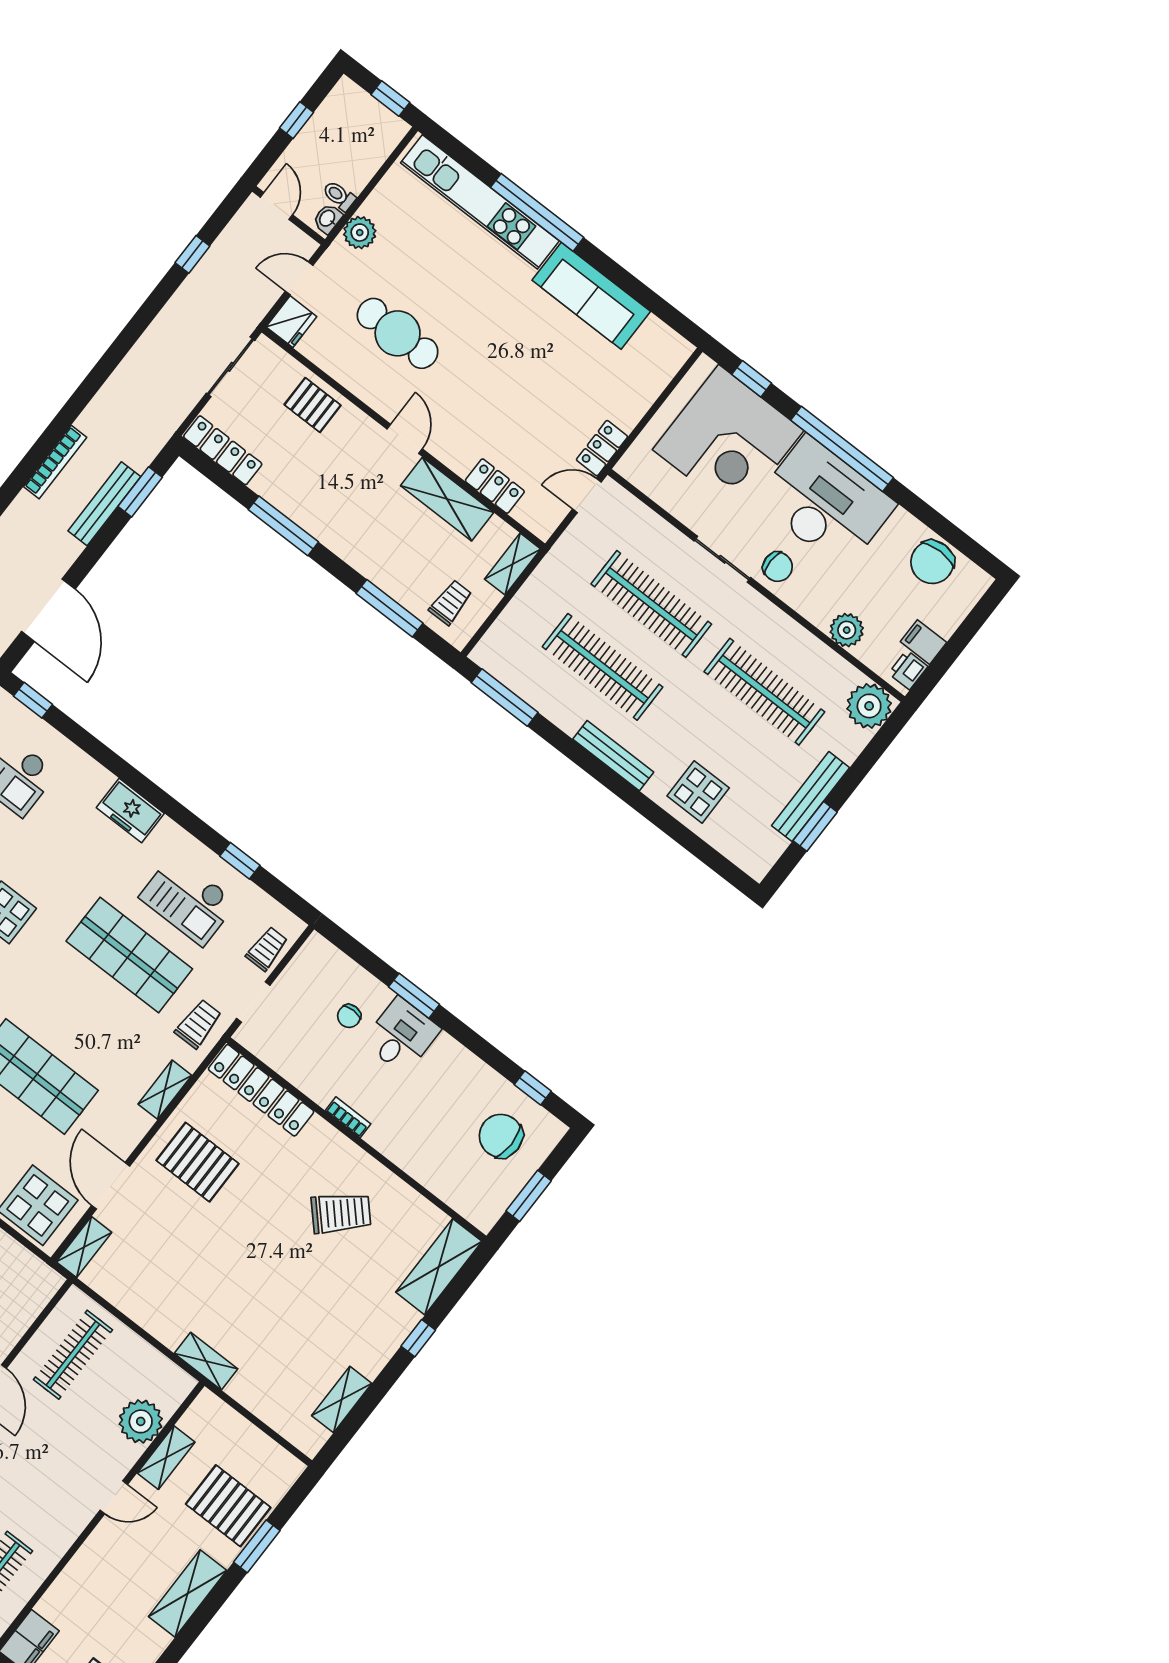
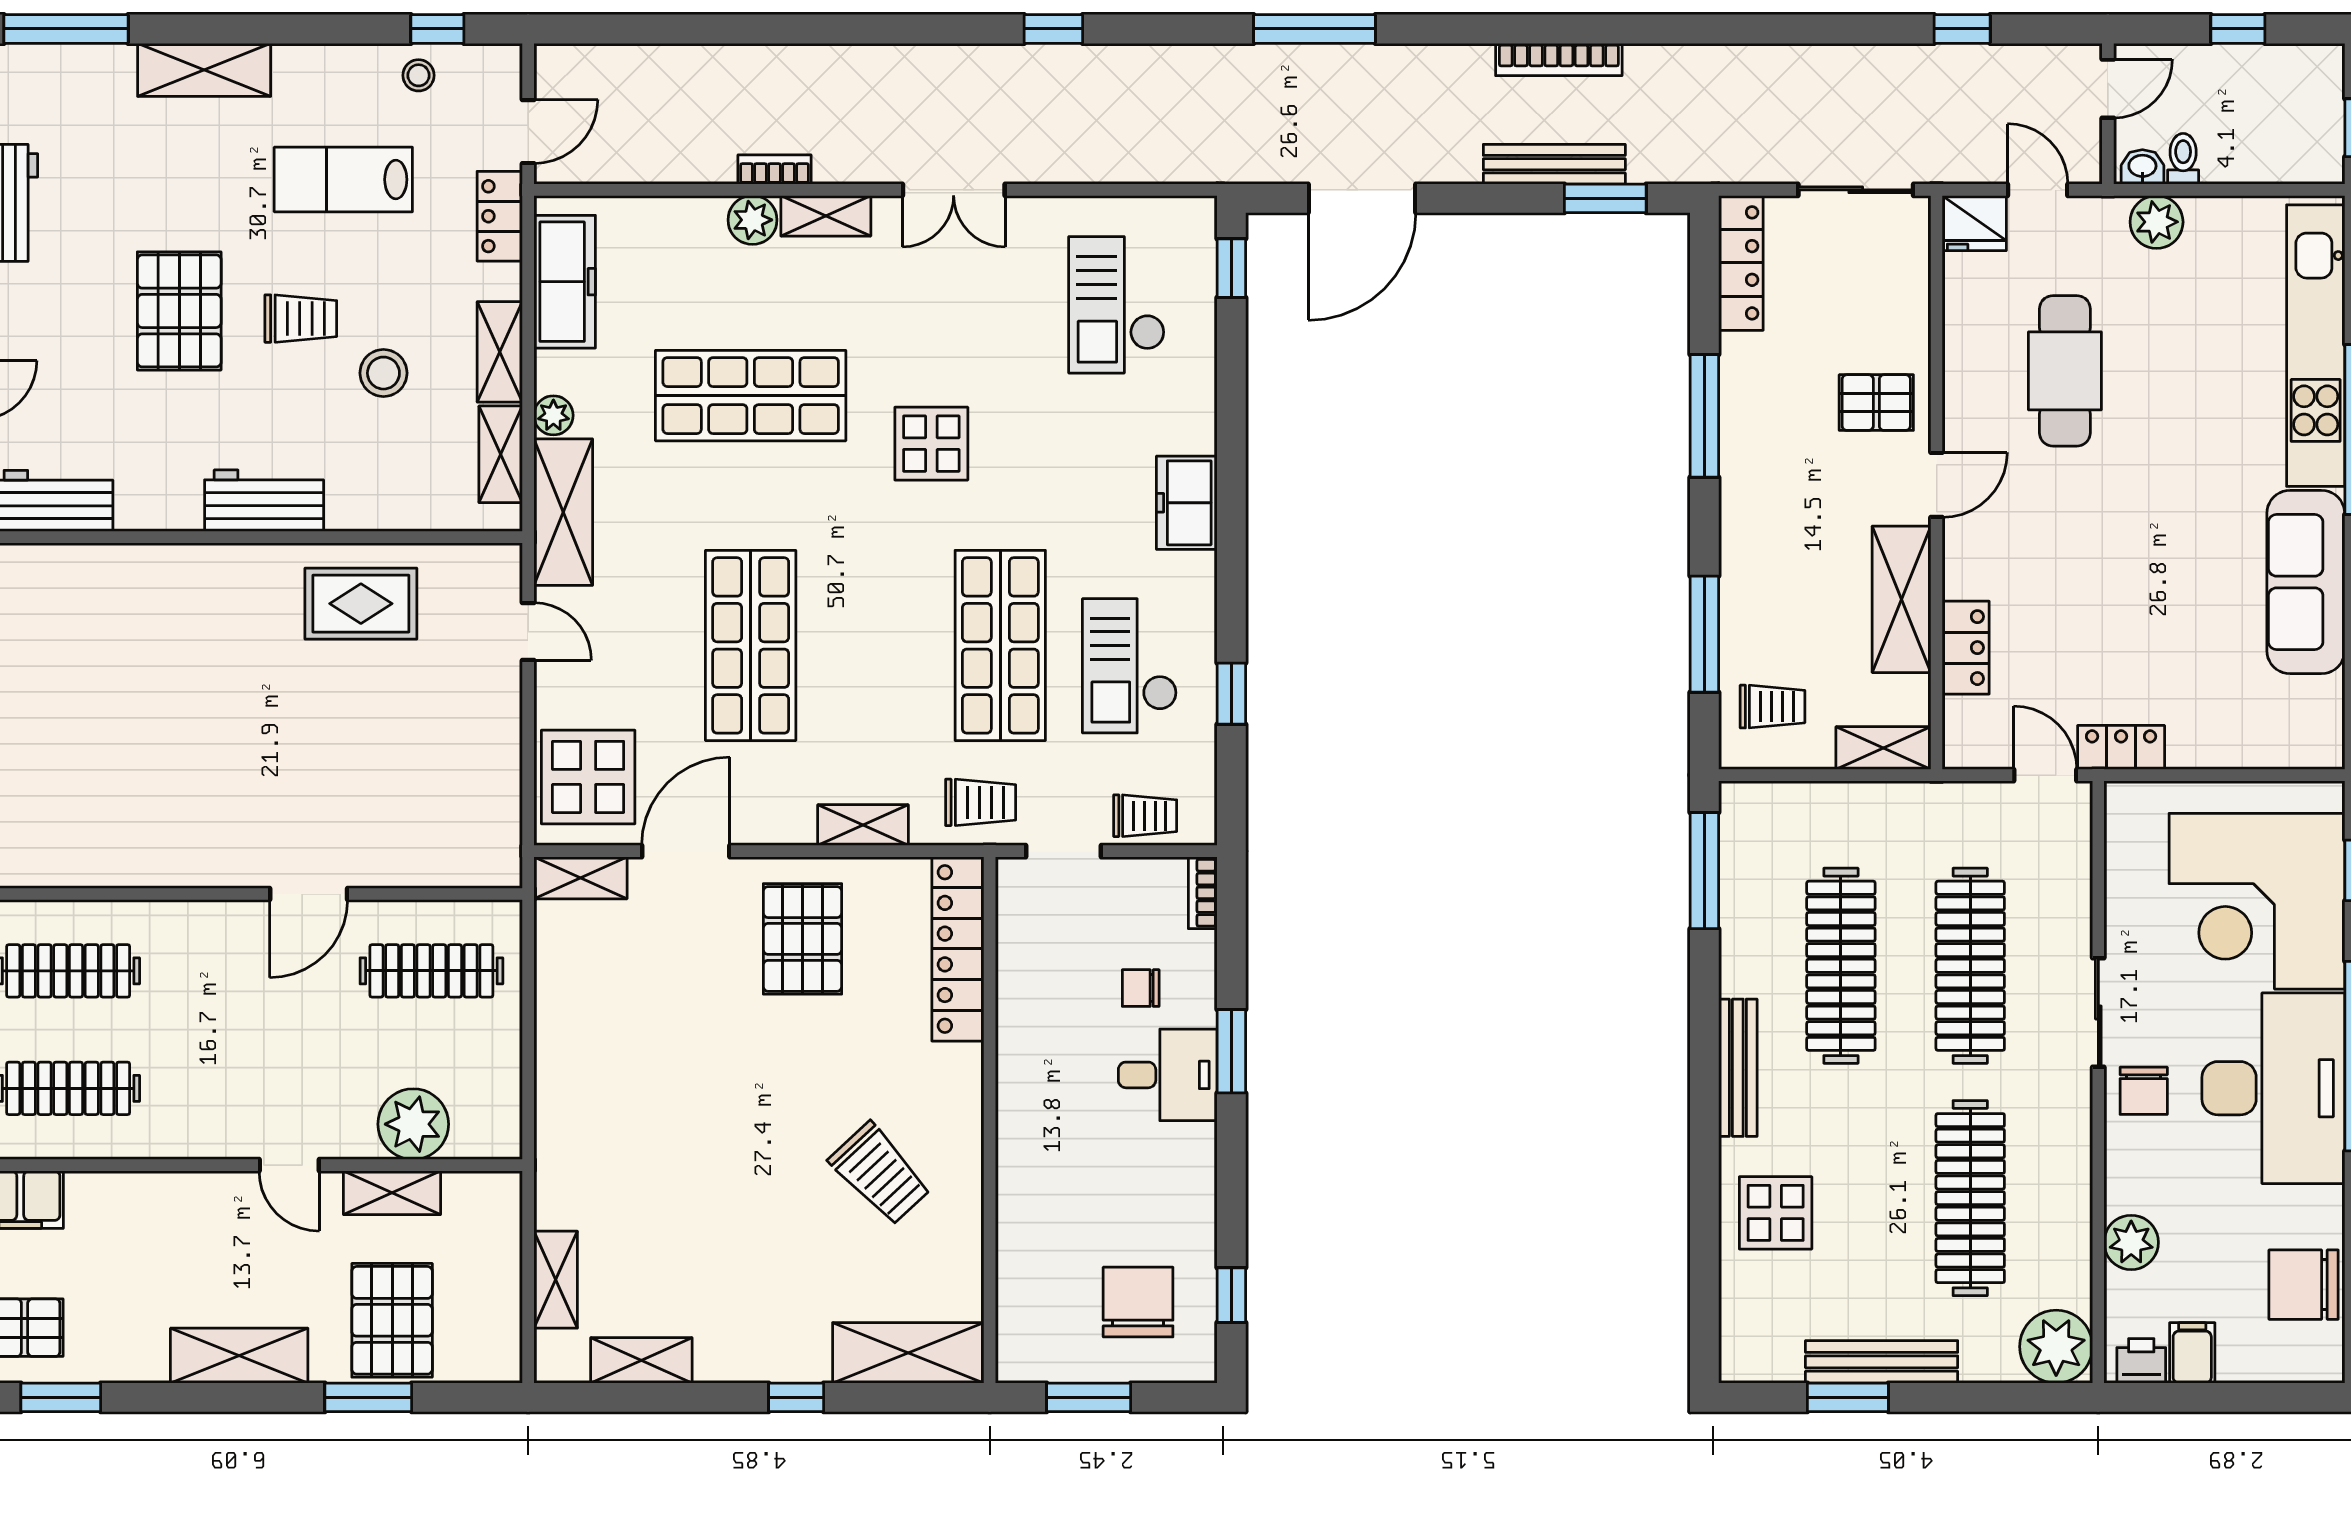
pallet: (313, 405) -> (1876, 403), moved, turned 90
bookcase: (348, 1117) -> (1203, 893), moved, turned 180
shelving: (206, 1361) -> (556, 1280), moved

